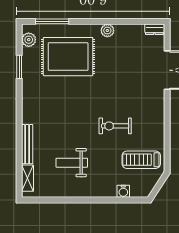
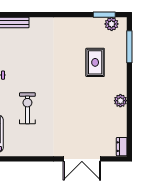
rug: (68, 57) -> (95, 62), width x0.54, depth x0.49
window: (19, 67) -> (104, 15), moved

